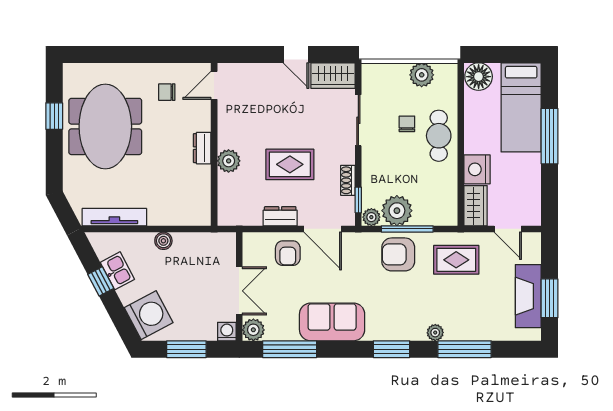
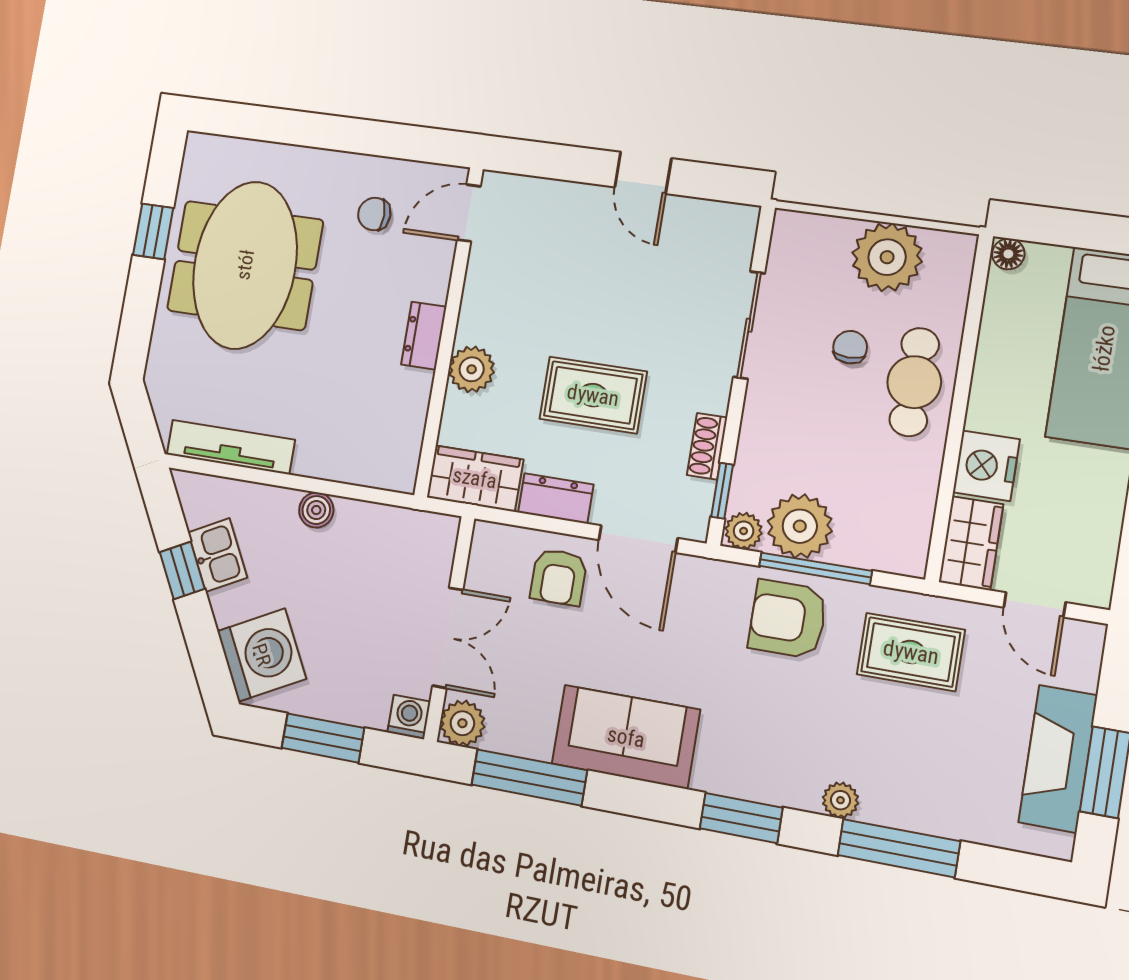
plant: (422, 75) -> (887, 257), width x1.36, depth x1.36
wardrobe: (333, 76) -> (475, 478), moved, turned 180
floor lamp: (479, 77) -> (1008, 254), width x0.53, depth x0.53

